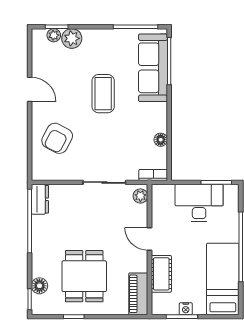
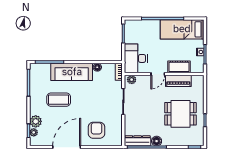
sofa: (153, 68) -> (72, 72), moved
door: (30, 89) -> (67, 147), width x1.88
coffee table: (103, 94) -> (59, 100), moved
armchair: (57, 138) -> (96, 130), turned -118
dresser: (40, 199) -> (138, 141), width x1.44
desk: (199, 203) -> (136, 58), moved
floor lamp: (39, 286) -> (157, 141), moved
piano: (138, 294) -> (178, 81), moved

